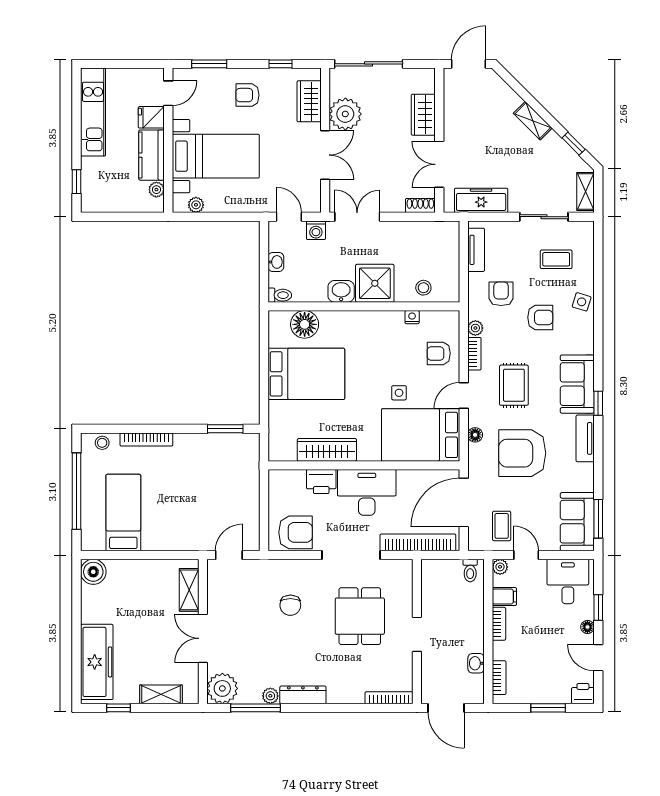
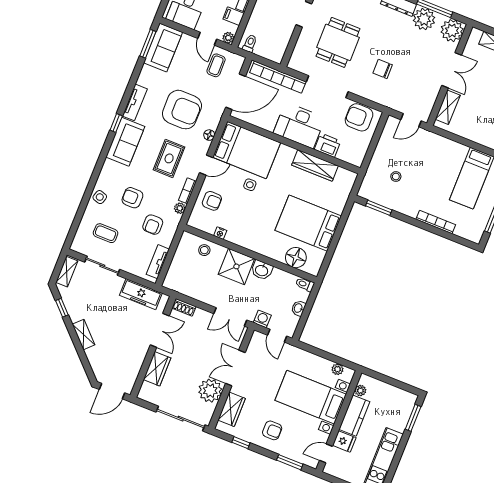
window: (77, 182) -> (413, 418), width x1.50
stool: (102, 443) -> (396, 177), moved
chair: (290, 605) -> (383, 69), turned -90
plant: (270, 696) -> (424, 19), width x1.88, depth x1.88

